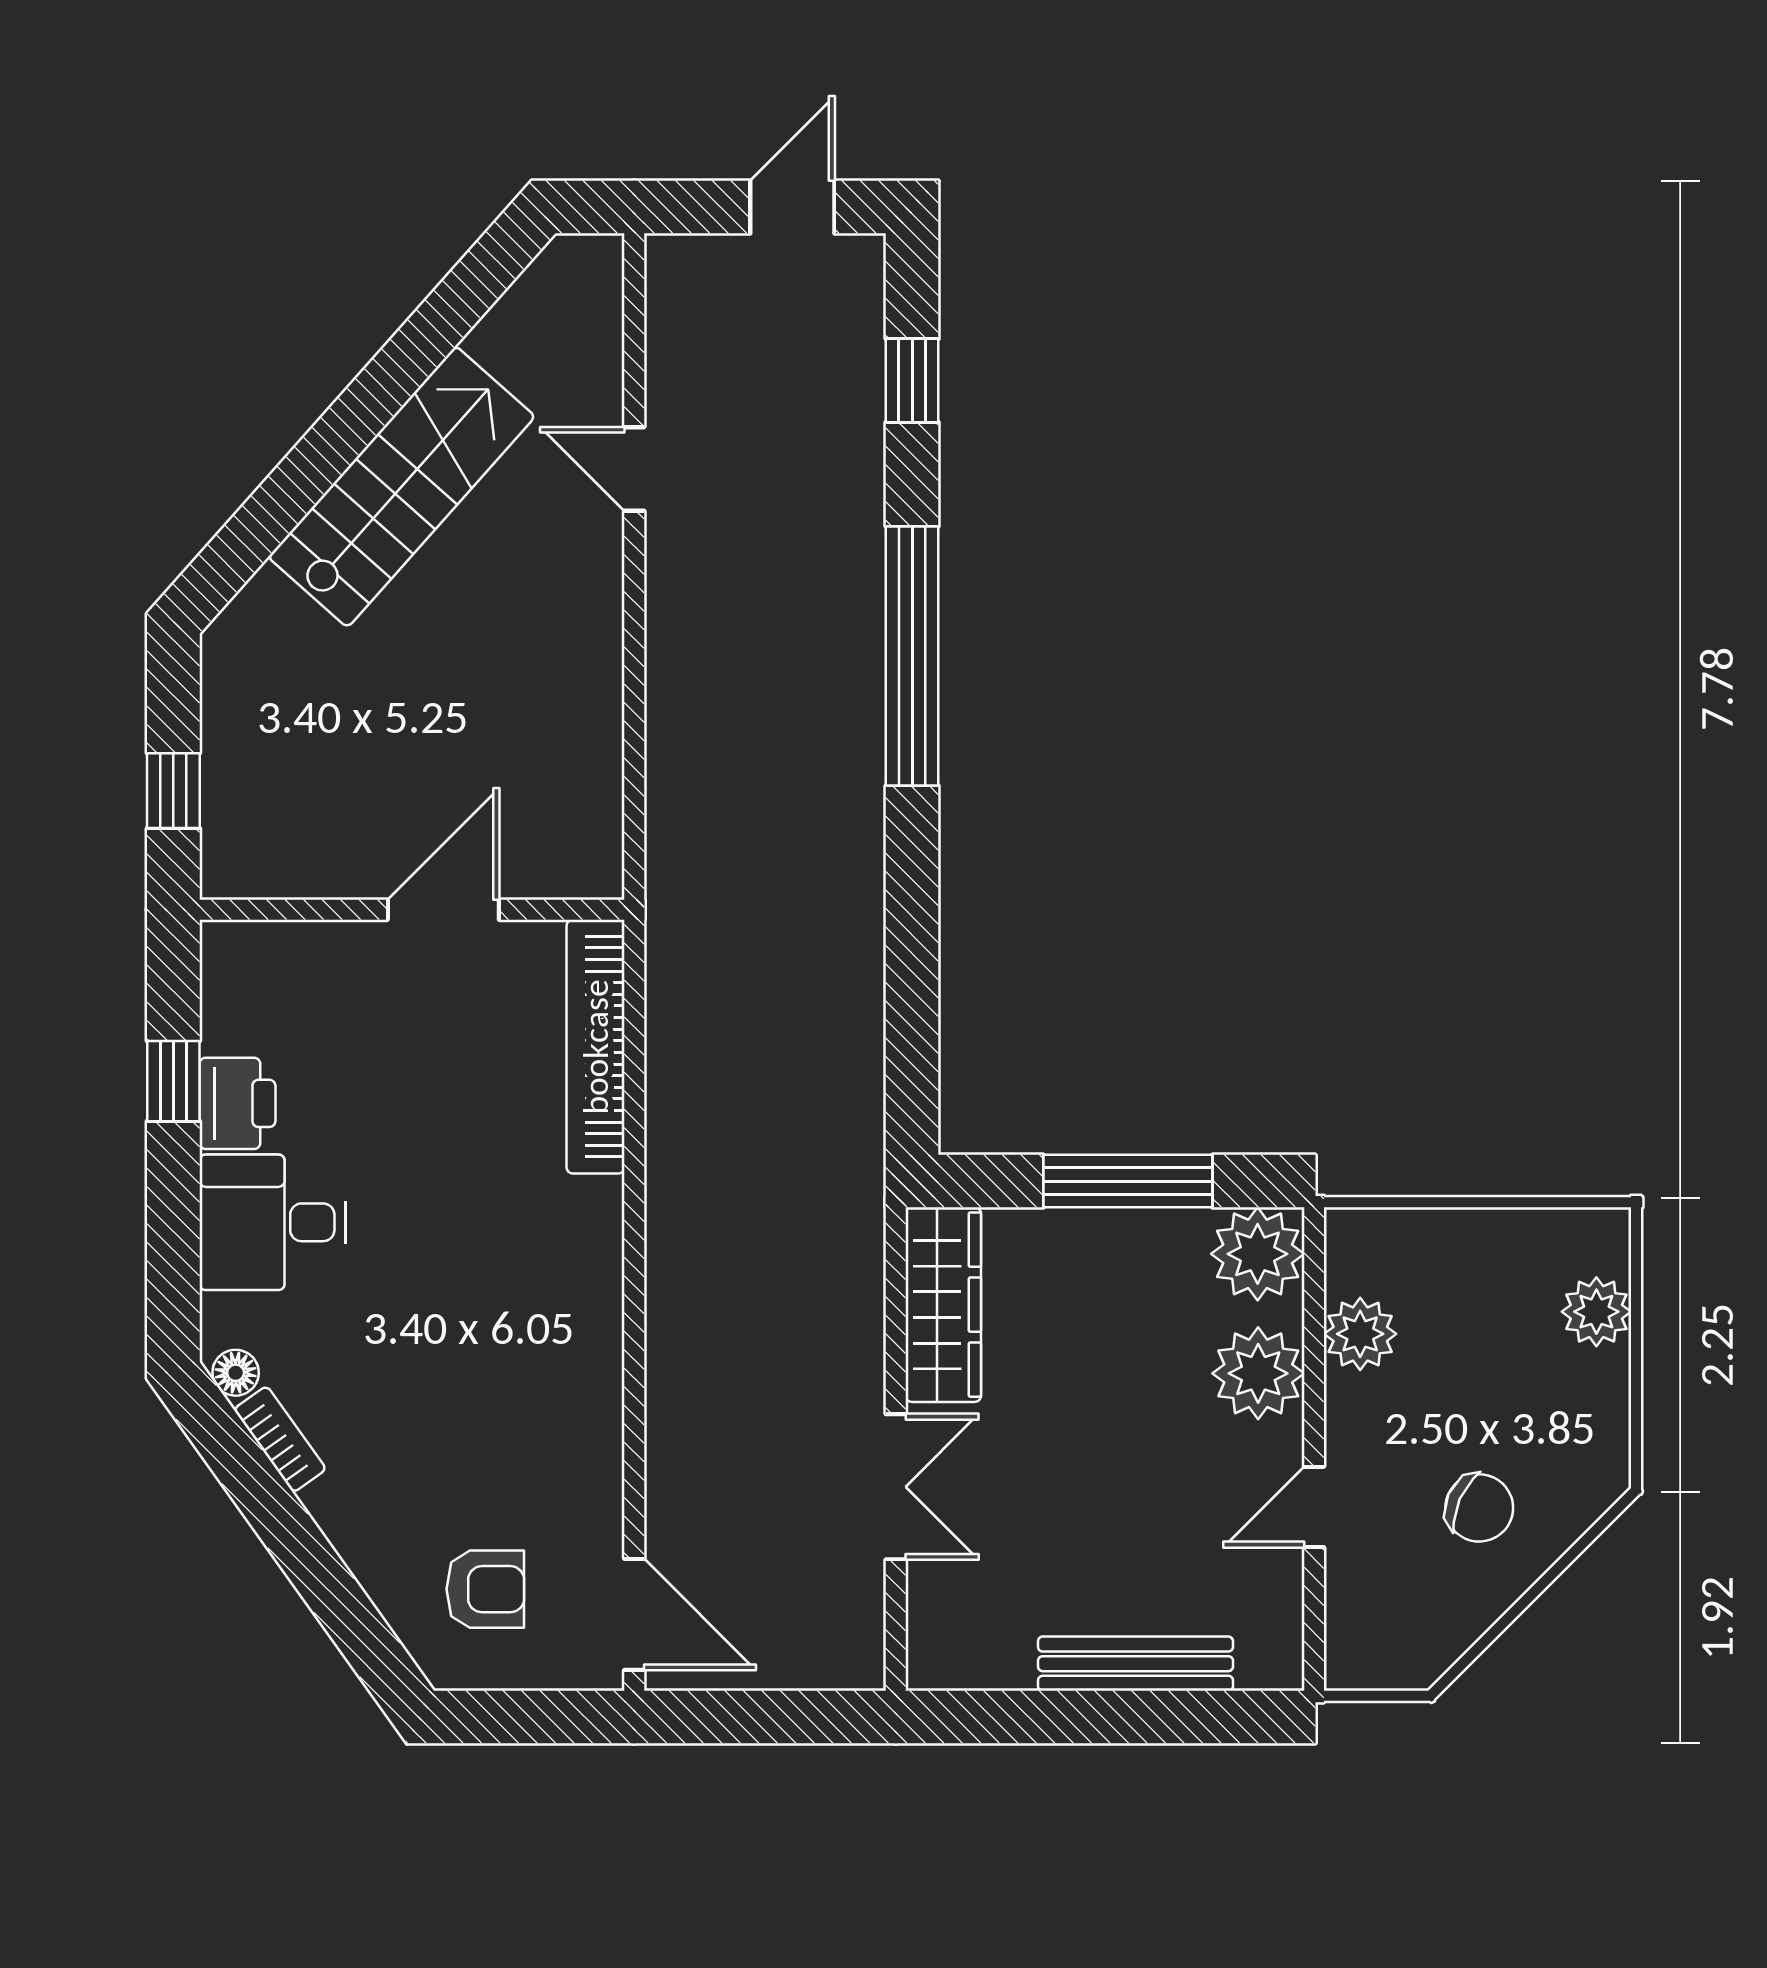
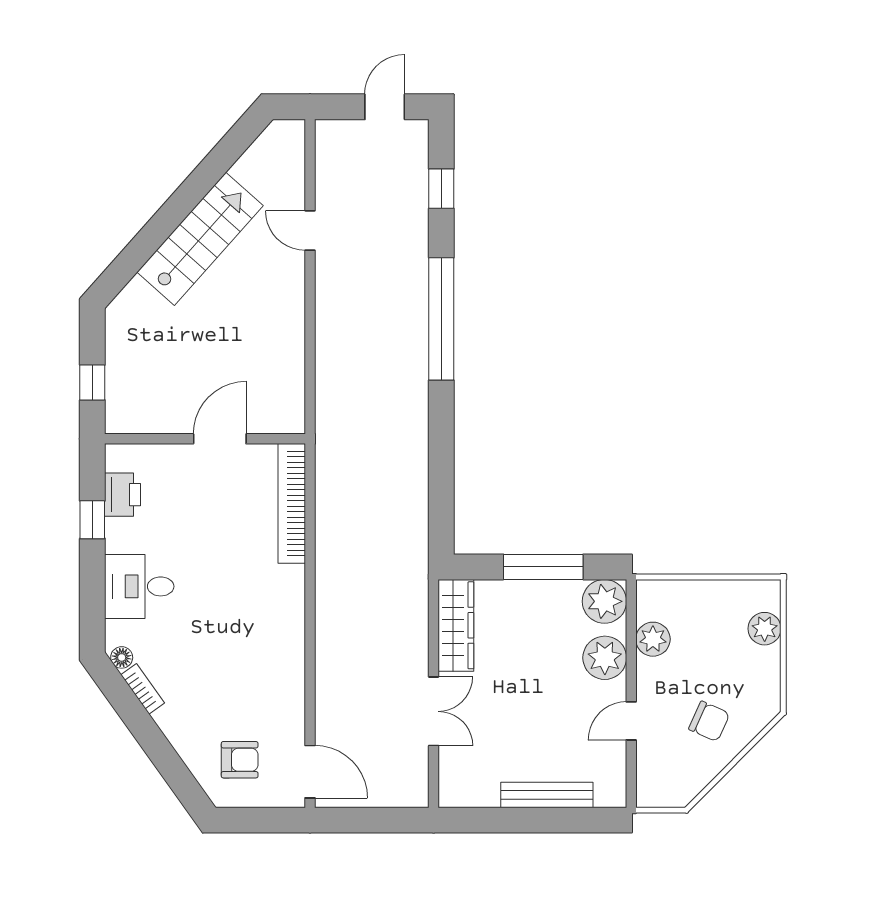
printer: (237, 1103) -> (123, 495), moved

